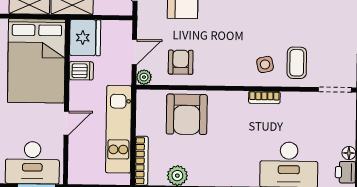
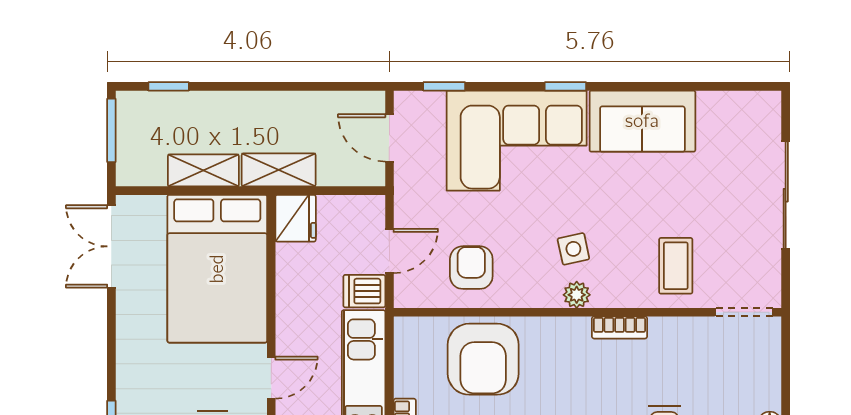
fridge: (85, 38) -> (296, 218), width x0.73, depth x0.75
side table: (265, 64) -> (573, 249), moved
dishwasher: (81, 71) -> (364, 291), moved, turned 180
plant: (144, 77) -> (577, 295), moved

